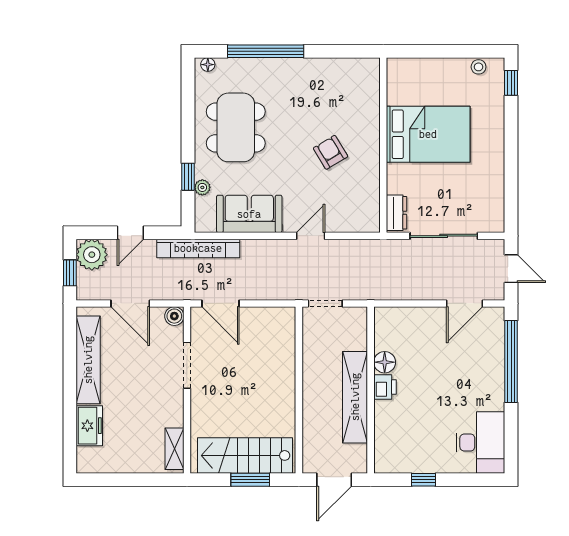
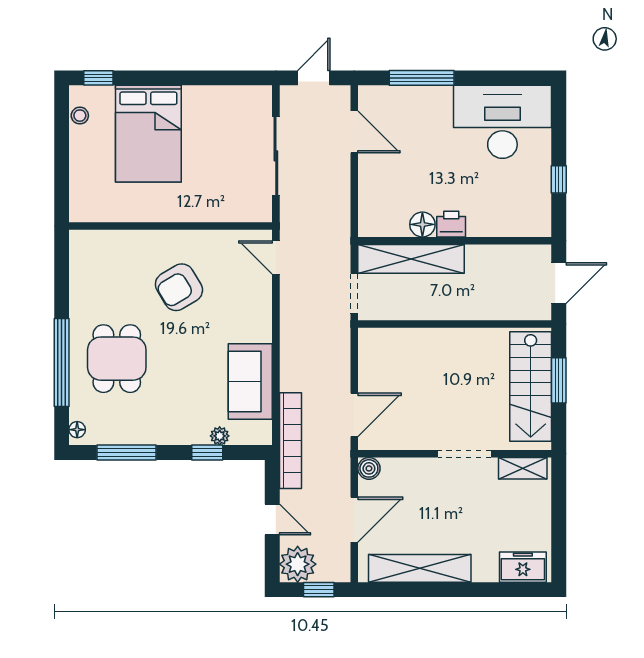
window: (188, 107) -> (127, 452), added
dining table: (236, 127) -> (117, 359), moved, width x0.73
bed: (428, 134) -> (148, 134), moved, turned 180
armchair: (331, 152) -> (179, 287), width x1.38, depth x1.38
dresser: (397, 213) -> (249, 211), removed
door: (311, 236) -> (276, 258), moved
window: (511, 361) -> (422, 78), width x0.68
doorway: (187, 365) -> (464, 454), moved
shelving: (355, 397) -> (411, 259), moved
freezer: (89, 426) -> (523, 567), moved
desk: (480, 442) -> (502, 122), width x1.36, depth x1.30
door: (334, 480) -> (559, 283), hinge flipped

